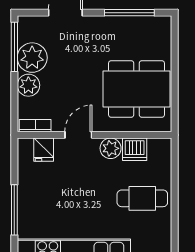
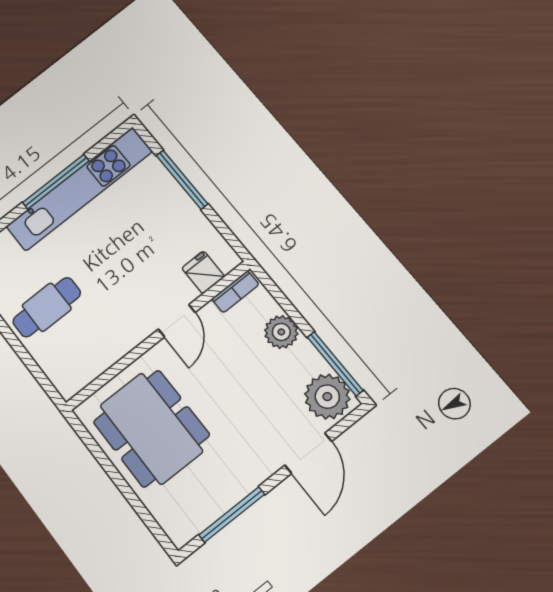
plant: (32, 58) -> (327, 397), moved
dining table: (136, 89) -> (151, 428), turned 90
plant: (111, 148) -> (127, 335), removed
dishwasher: (135, 149) -> (99, 356), removed

